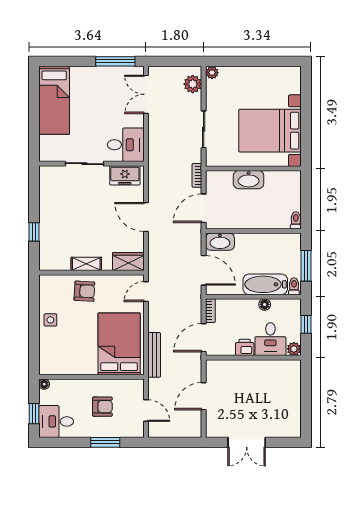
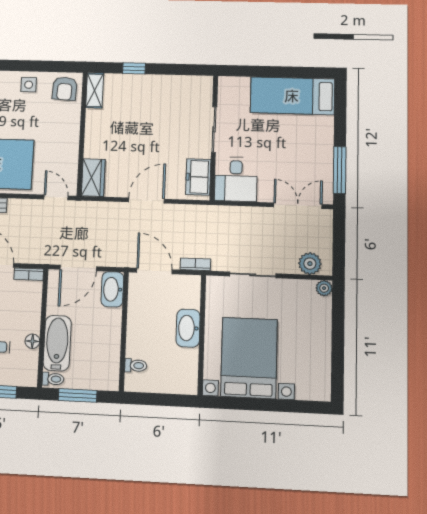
toilet: (296, 220) -> (136, 366), moved
shelving: (86, 264) -> (95, 90), moved
armchair: (84, 291) -> (65, 89), moved

